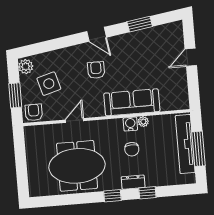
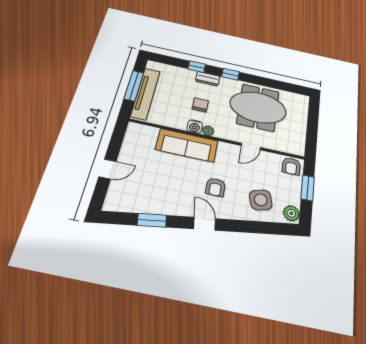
side table: (49, 84) -> (261, 200), moved
plant: (143, 122) -> (208, 131), moved

